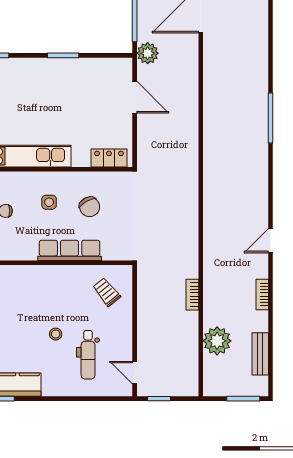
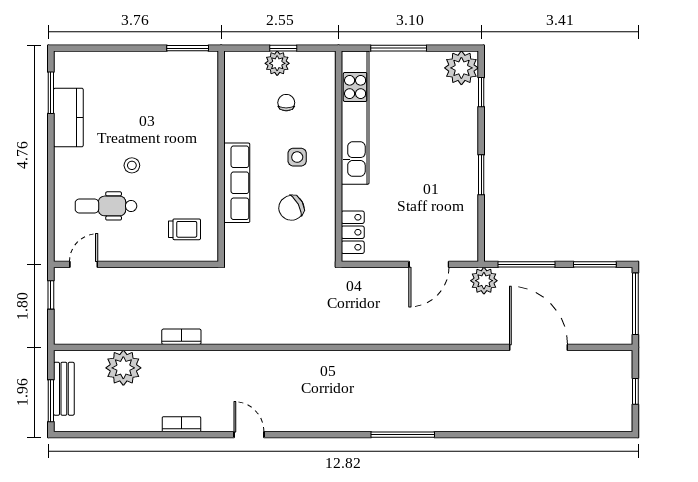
trolley: (107, 292) -> (184, 229), turned 39
bench: (260, 354) -> (64, 389), moved, turned 90

